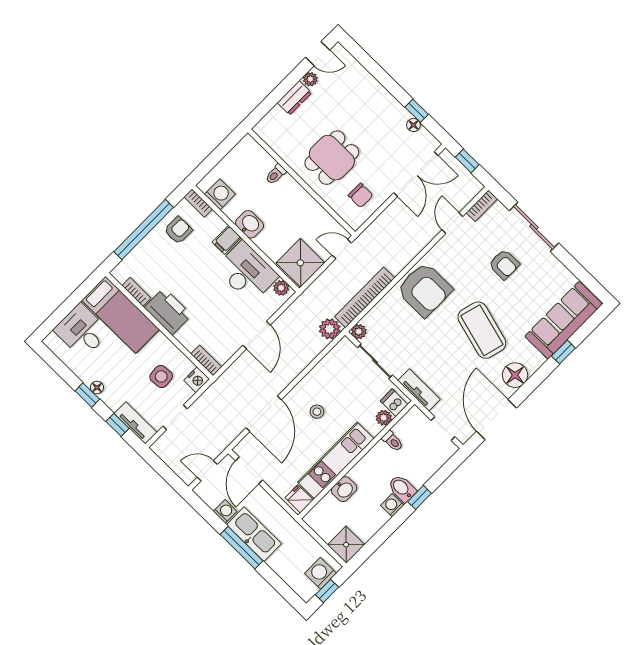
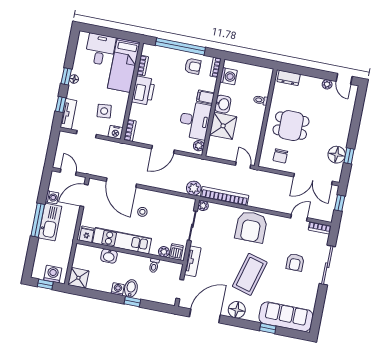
dresser: (294, 98) -> (289, 78), moved
floor lamp: (413, 125) -> (337, 155), width x1.89, depth x1.89
shower: (300, 263) -> (223, 126), moved
door: (264, 414) -> (121, 183), hinge flipped

